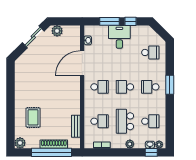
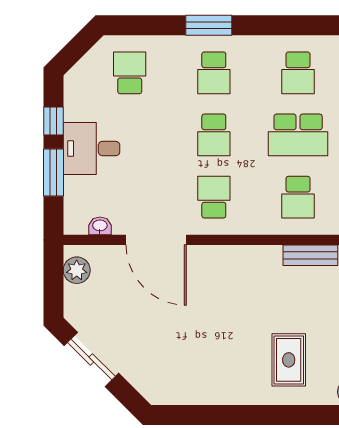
plant: (57, 31) -> (77, 270), moved
rug: (33, 117) -> (289, 360), turned 90
school desk: (100, 121) -> (298, 197), turned 180
school desk: (150, 121) -> (298, 73), turned 180

